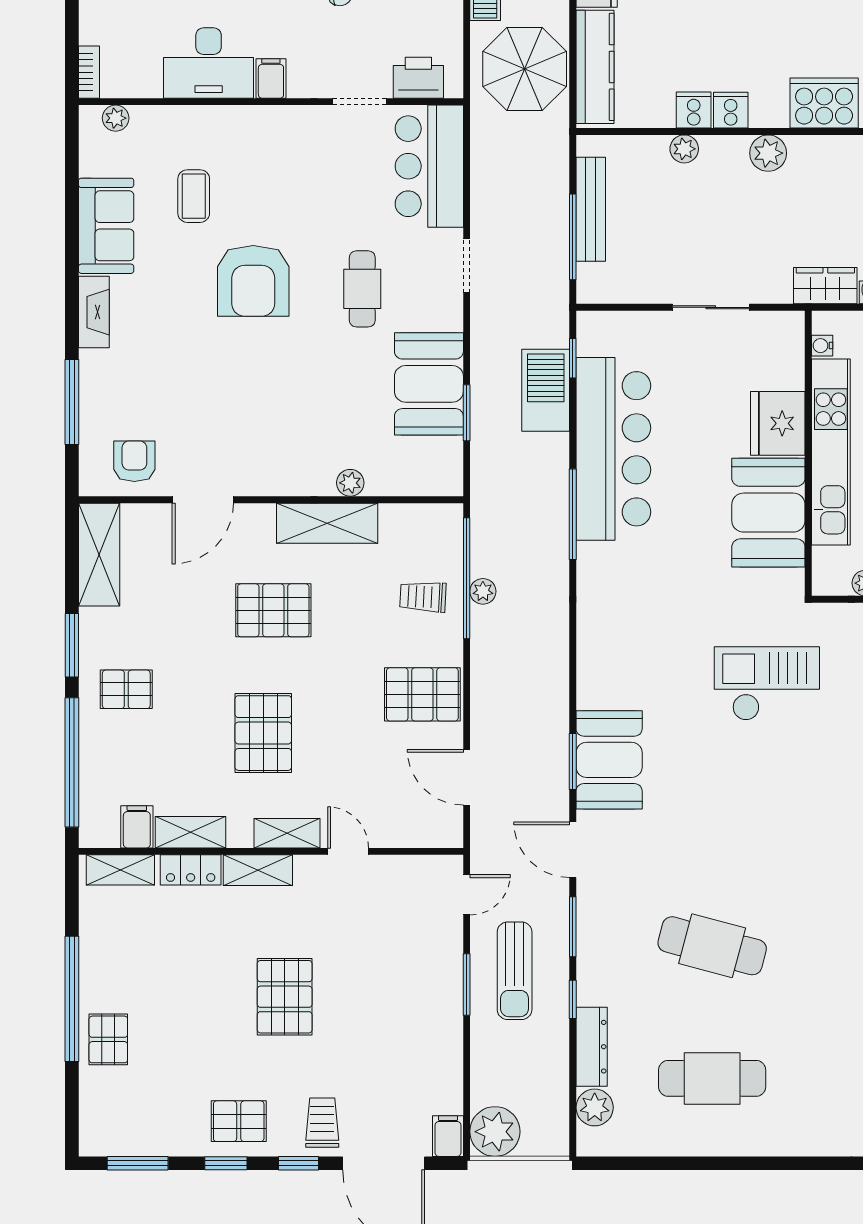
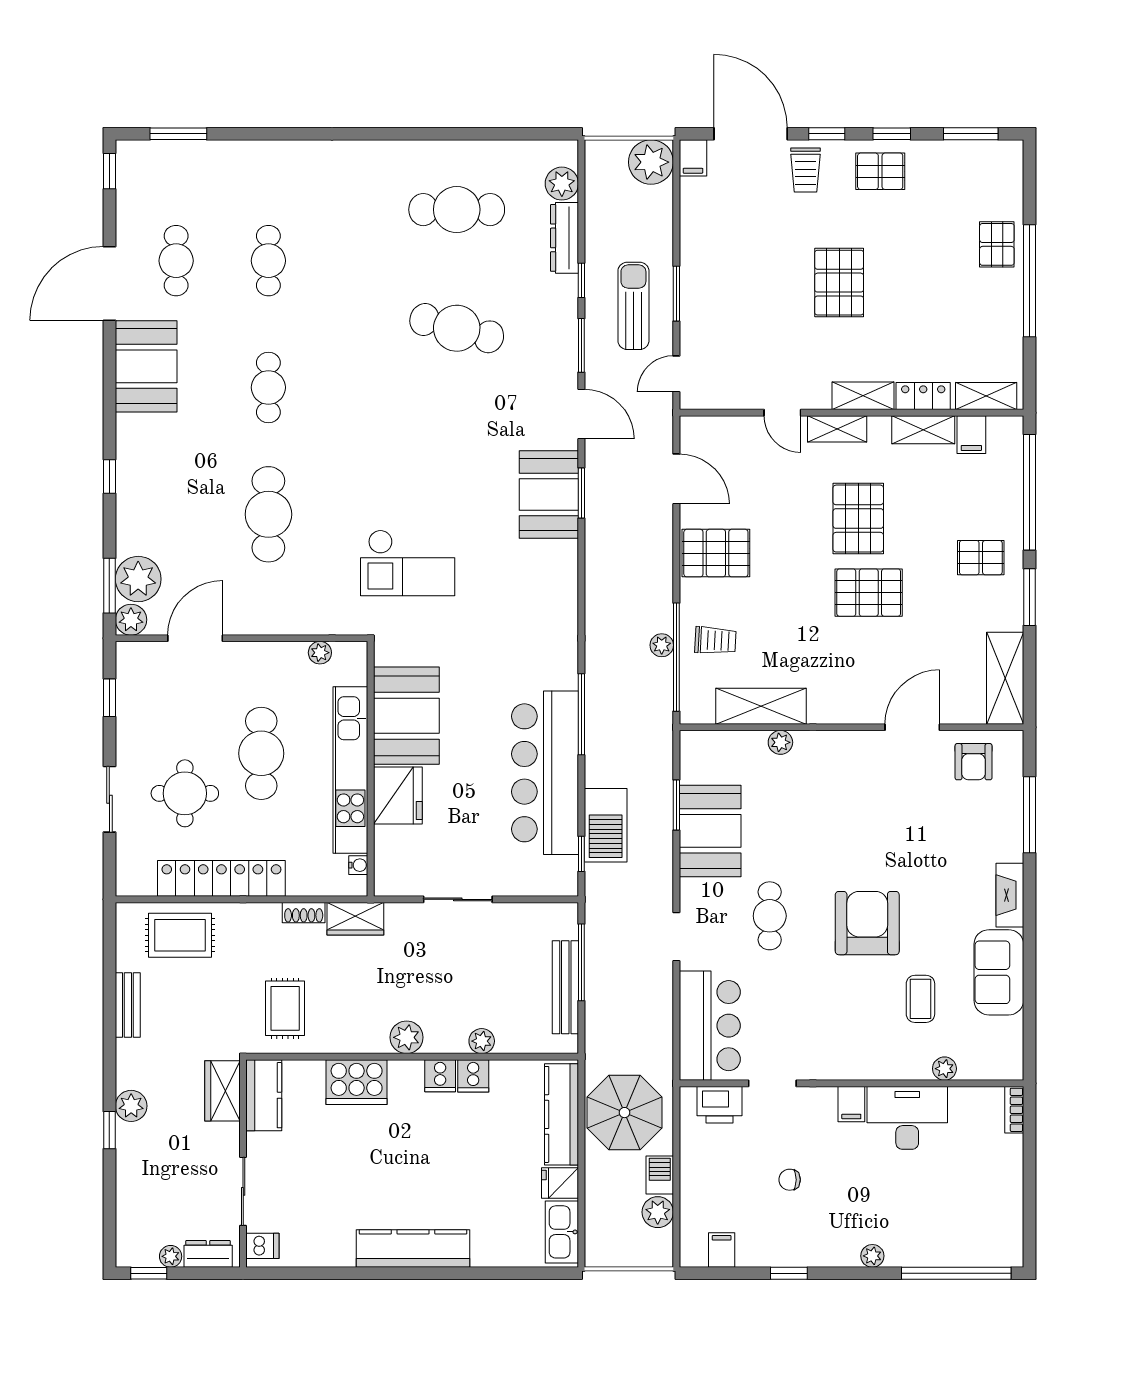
plant: (116, 118) -> (944, 1069), moved
shelving: (327, 523) -> (761, 706), moved
pallet: (273, 610) -> (869, 593), moved

